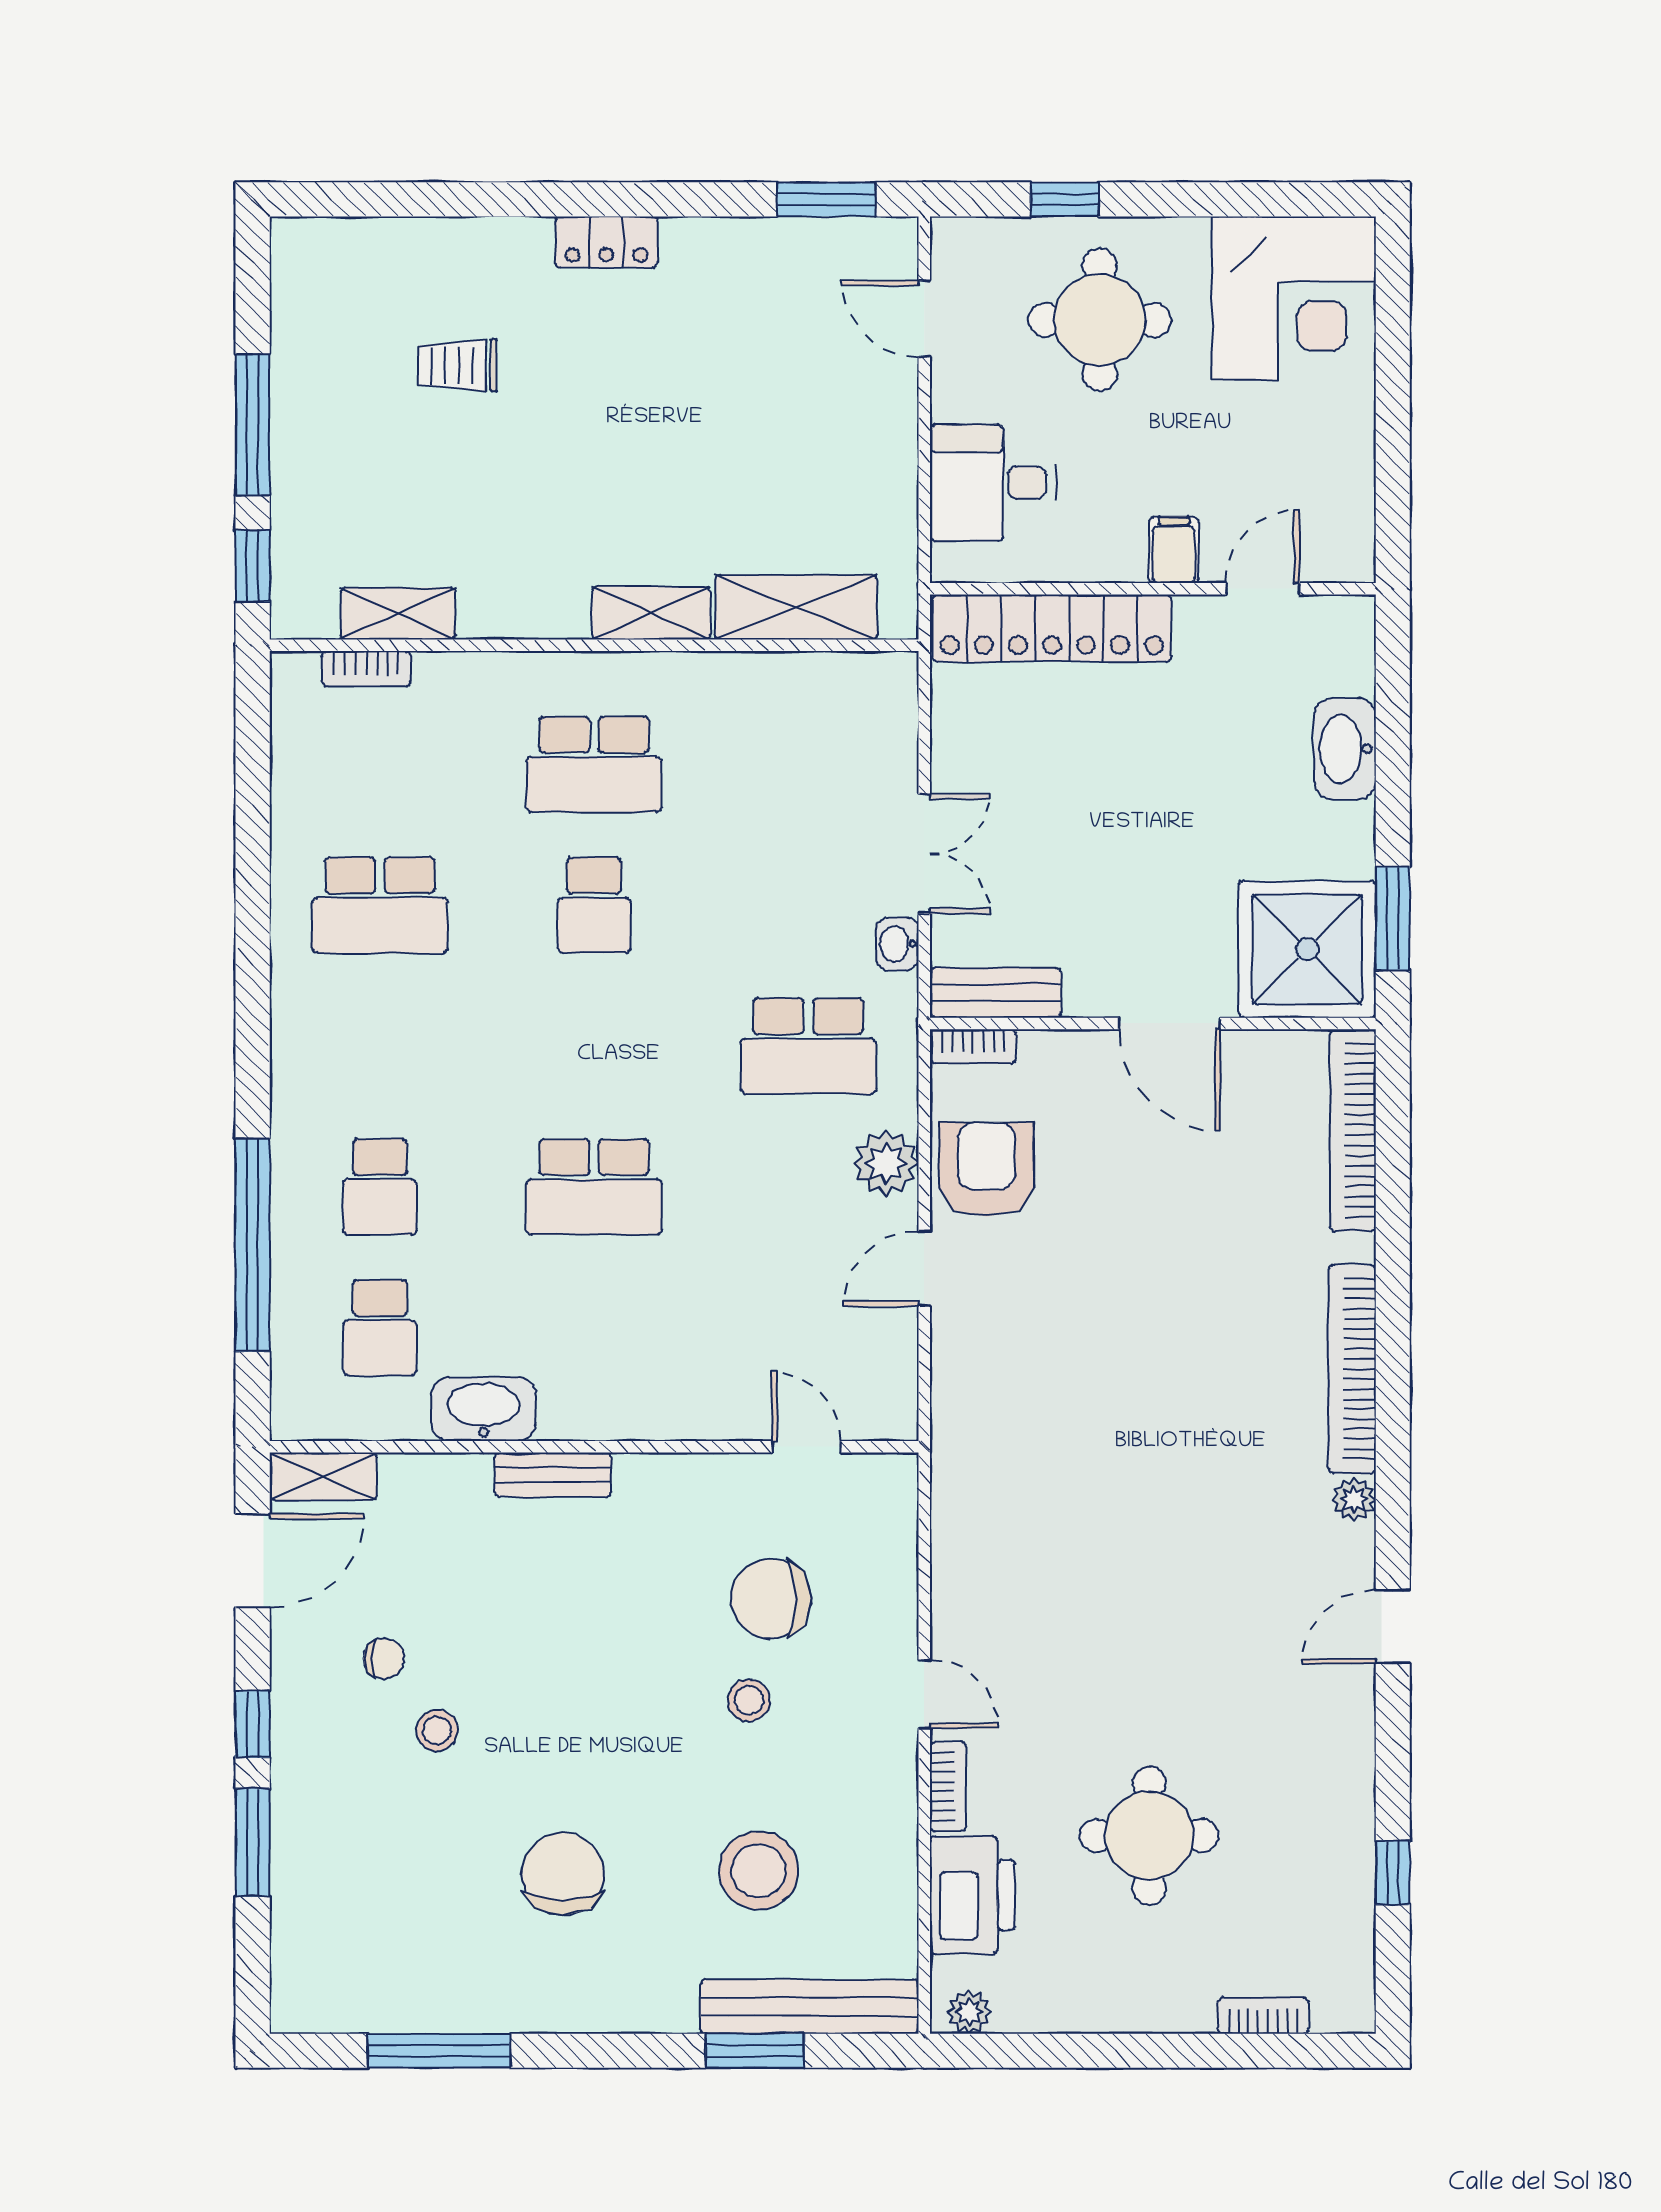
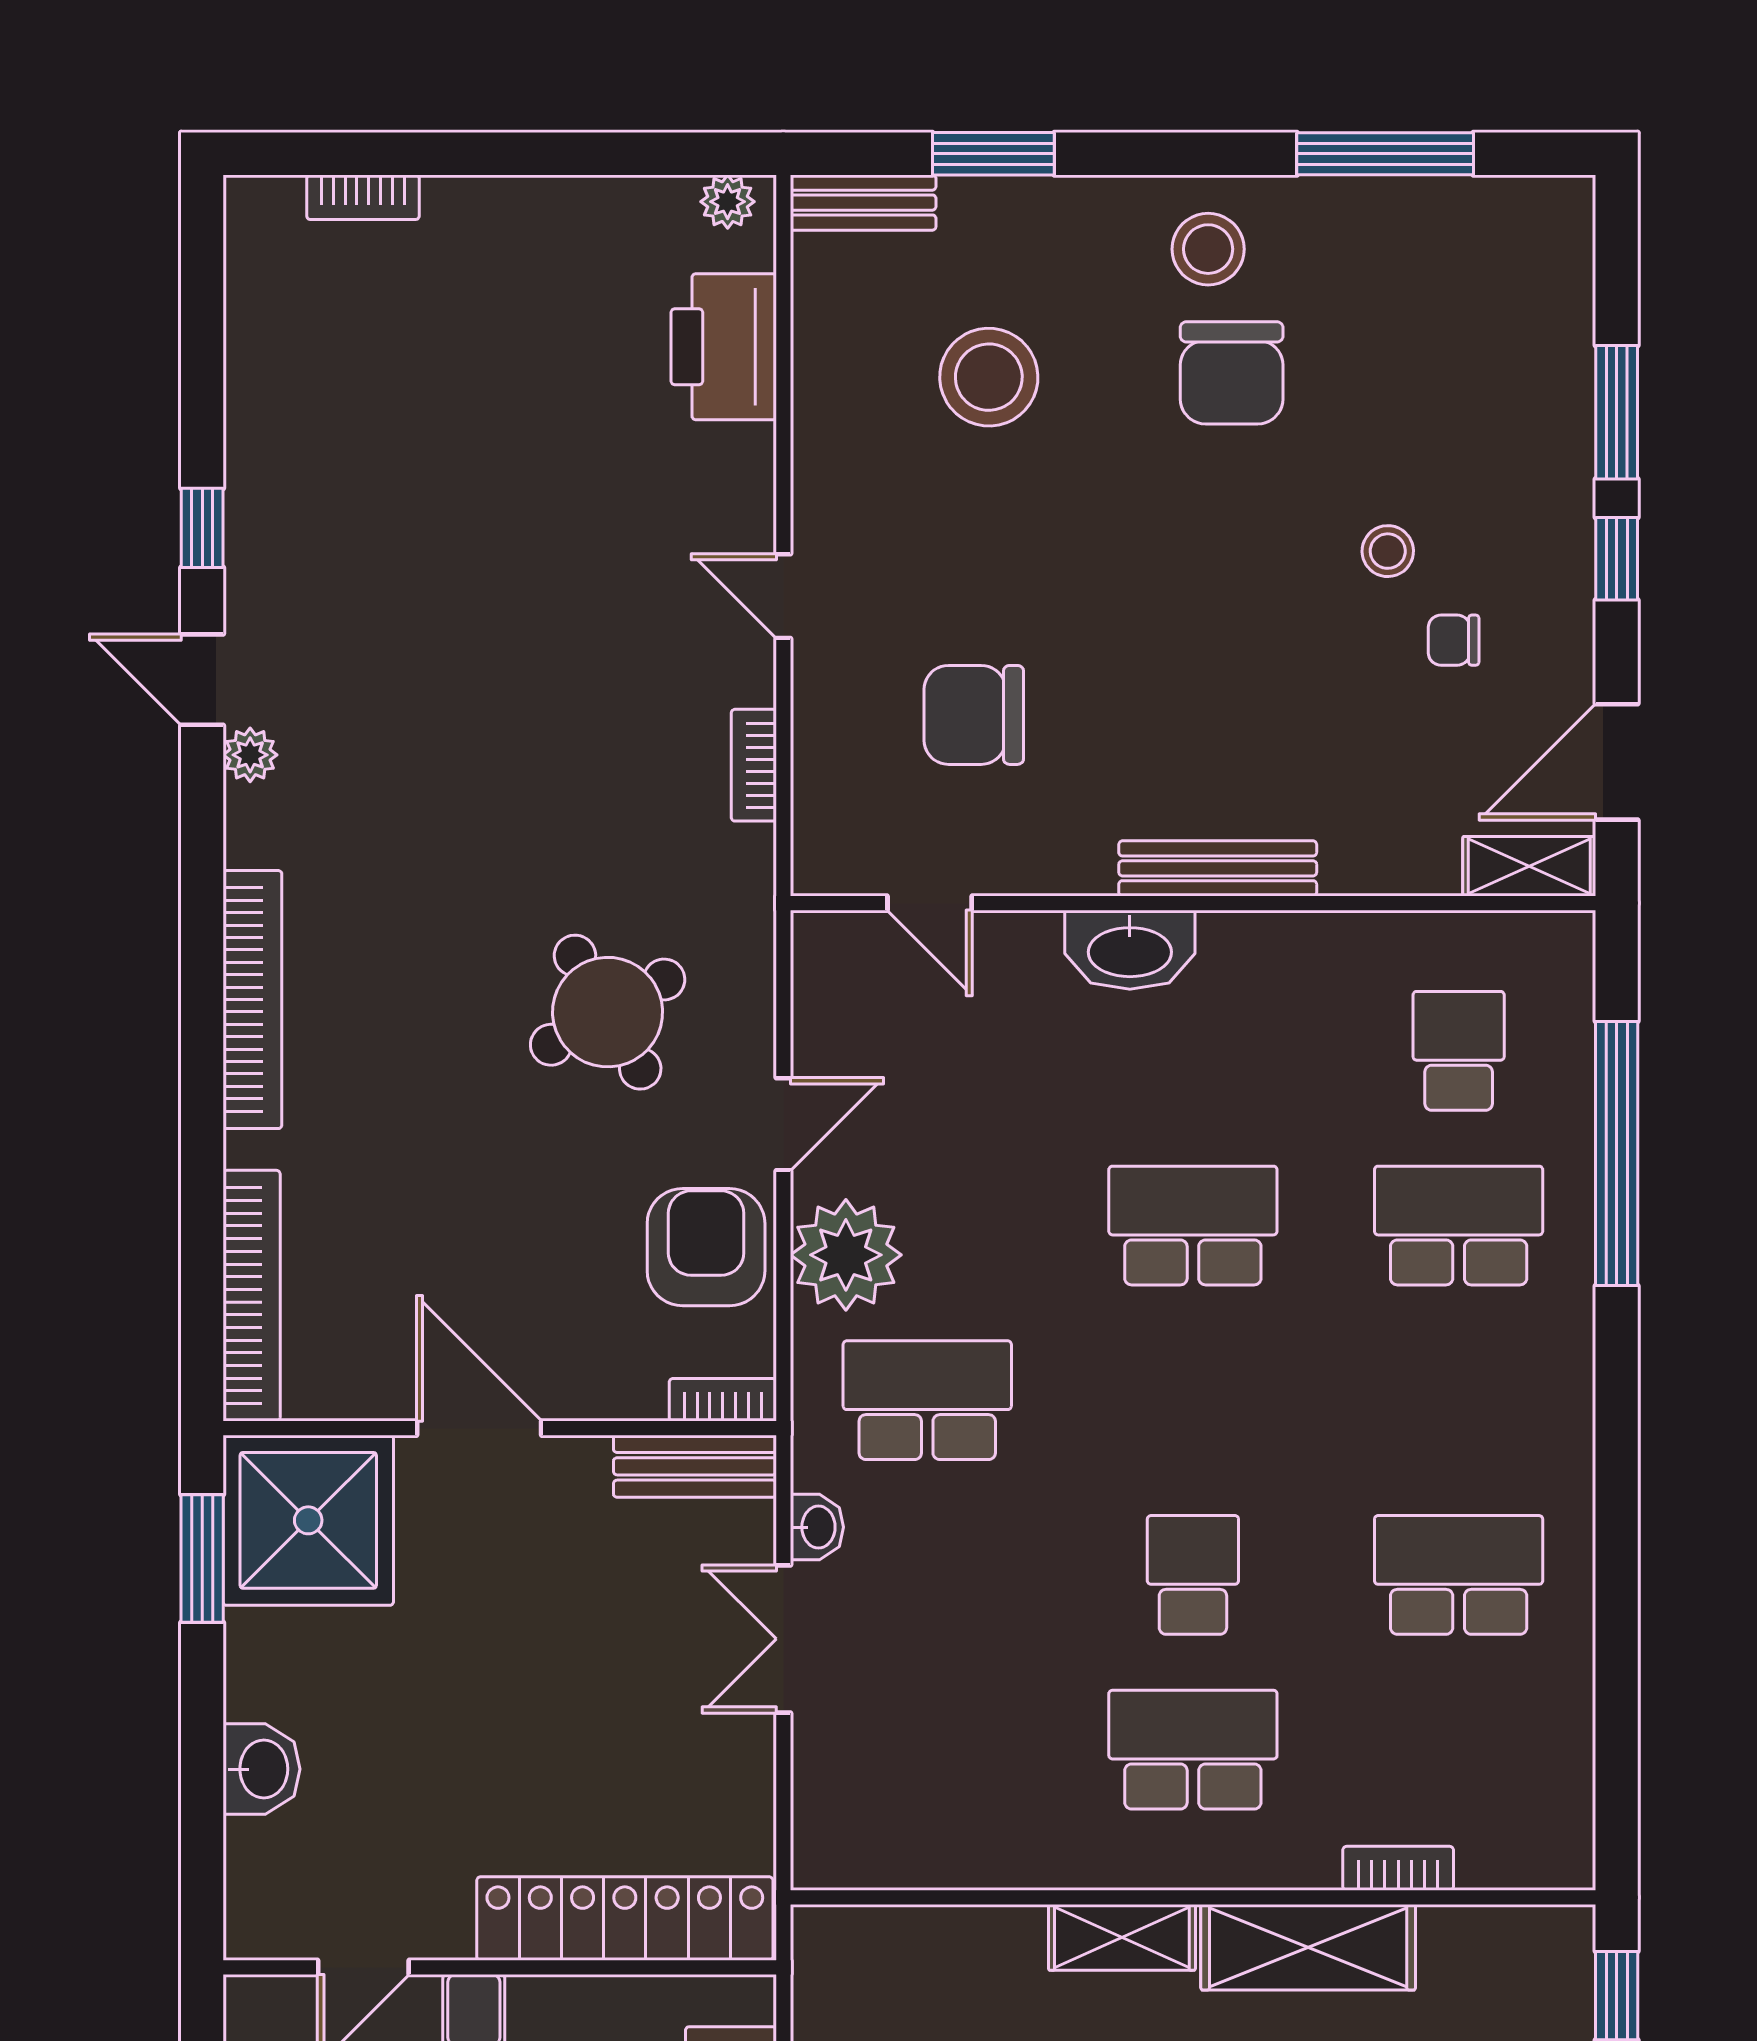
shelving: (796, 607) -> (942, 1945), removed
shelving: (398, 614) -> (1308, 1947), moved, width x1.50, depth x1.33
bookcase: (366, 669) -> (1398, 1868), moved
washbasin: (1345, 749) -> (262, 1769), width x0.72
plant: (886, 1163) -> (846, 1255), width x1.36, depth x1.36
armchair: (987, 1169) -> (706, 1247), turned 180
school desk: (380, 1187) -> (1459, 1226), width x1.85
washbasin: (483, 1409) -> (1130, 950), moved
bench: (553, 1475) -> (1218, 868), width x1.36
plant: (1354, 1499) -> (250, 755), moved
chair: (771, 1598) -> (974, 715), turned 180
door: (1393, 1627) -> (202, 680), swing flipped
stool: (749, 1700) -> (1208, 249), moved, width x1.37, depth x1.37
bookcase: (948, 1786) -> (754, 765), moved
round table: (1149, 1836) -> (608, 1012), moved, turned -30
window: (1393, 1873) -> (202, 528), moved
bench: (809, 2007) -> (863, 203), width x0.54, depth x0.82

